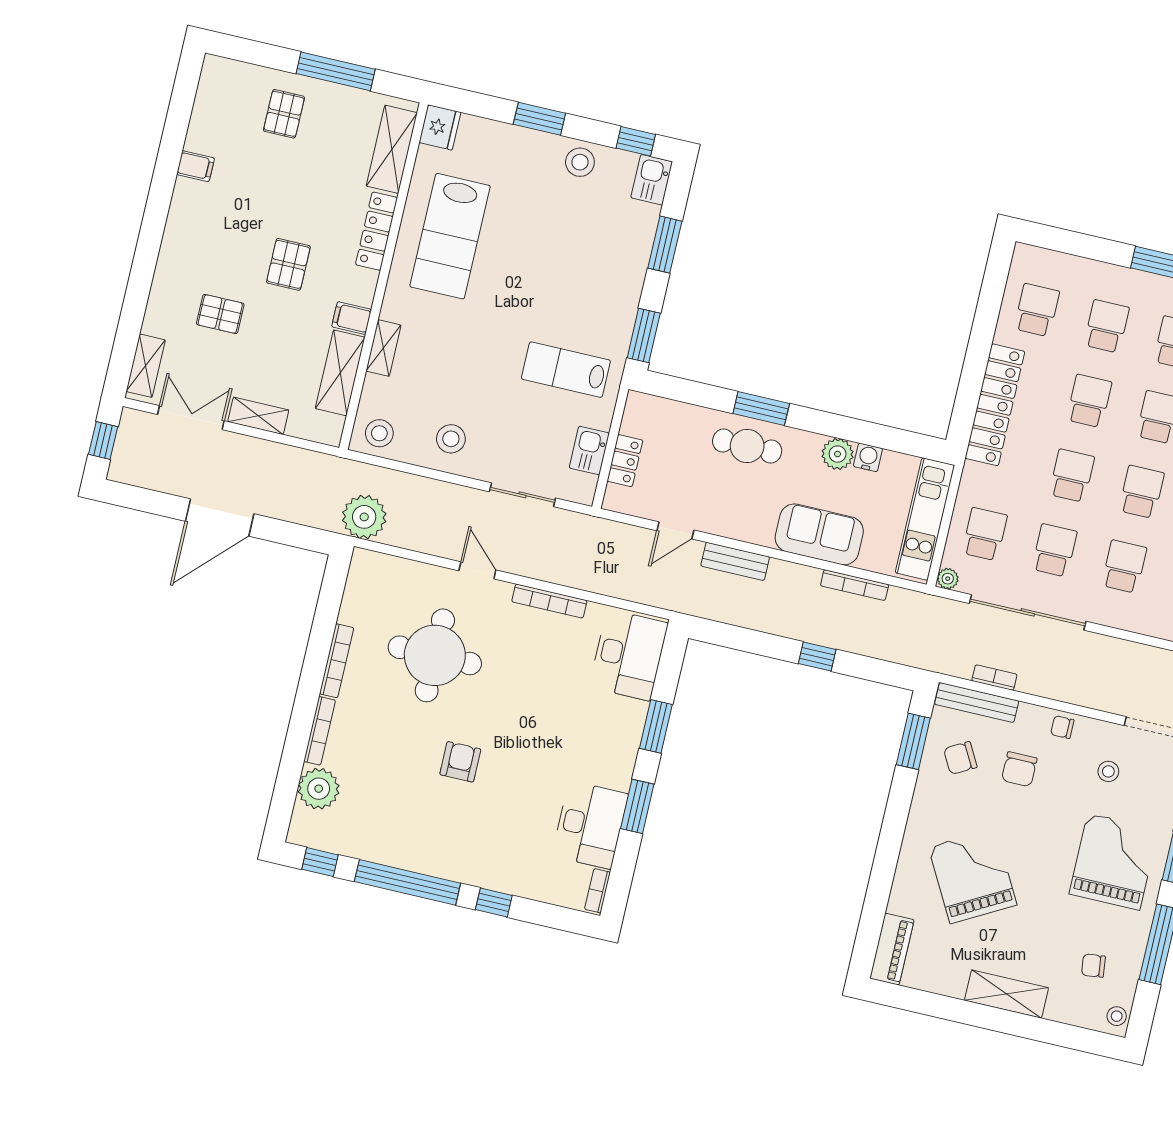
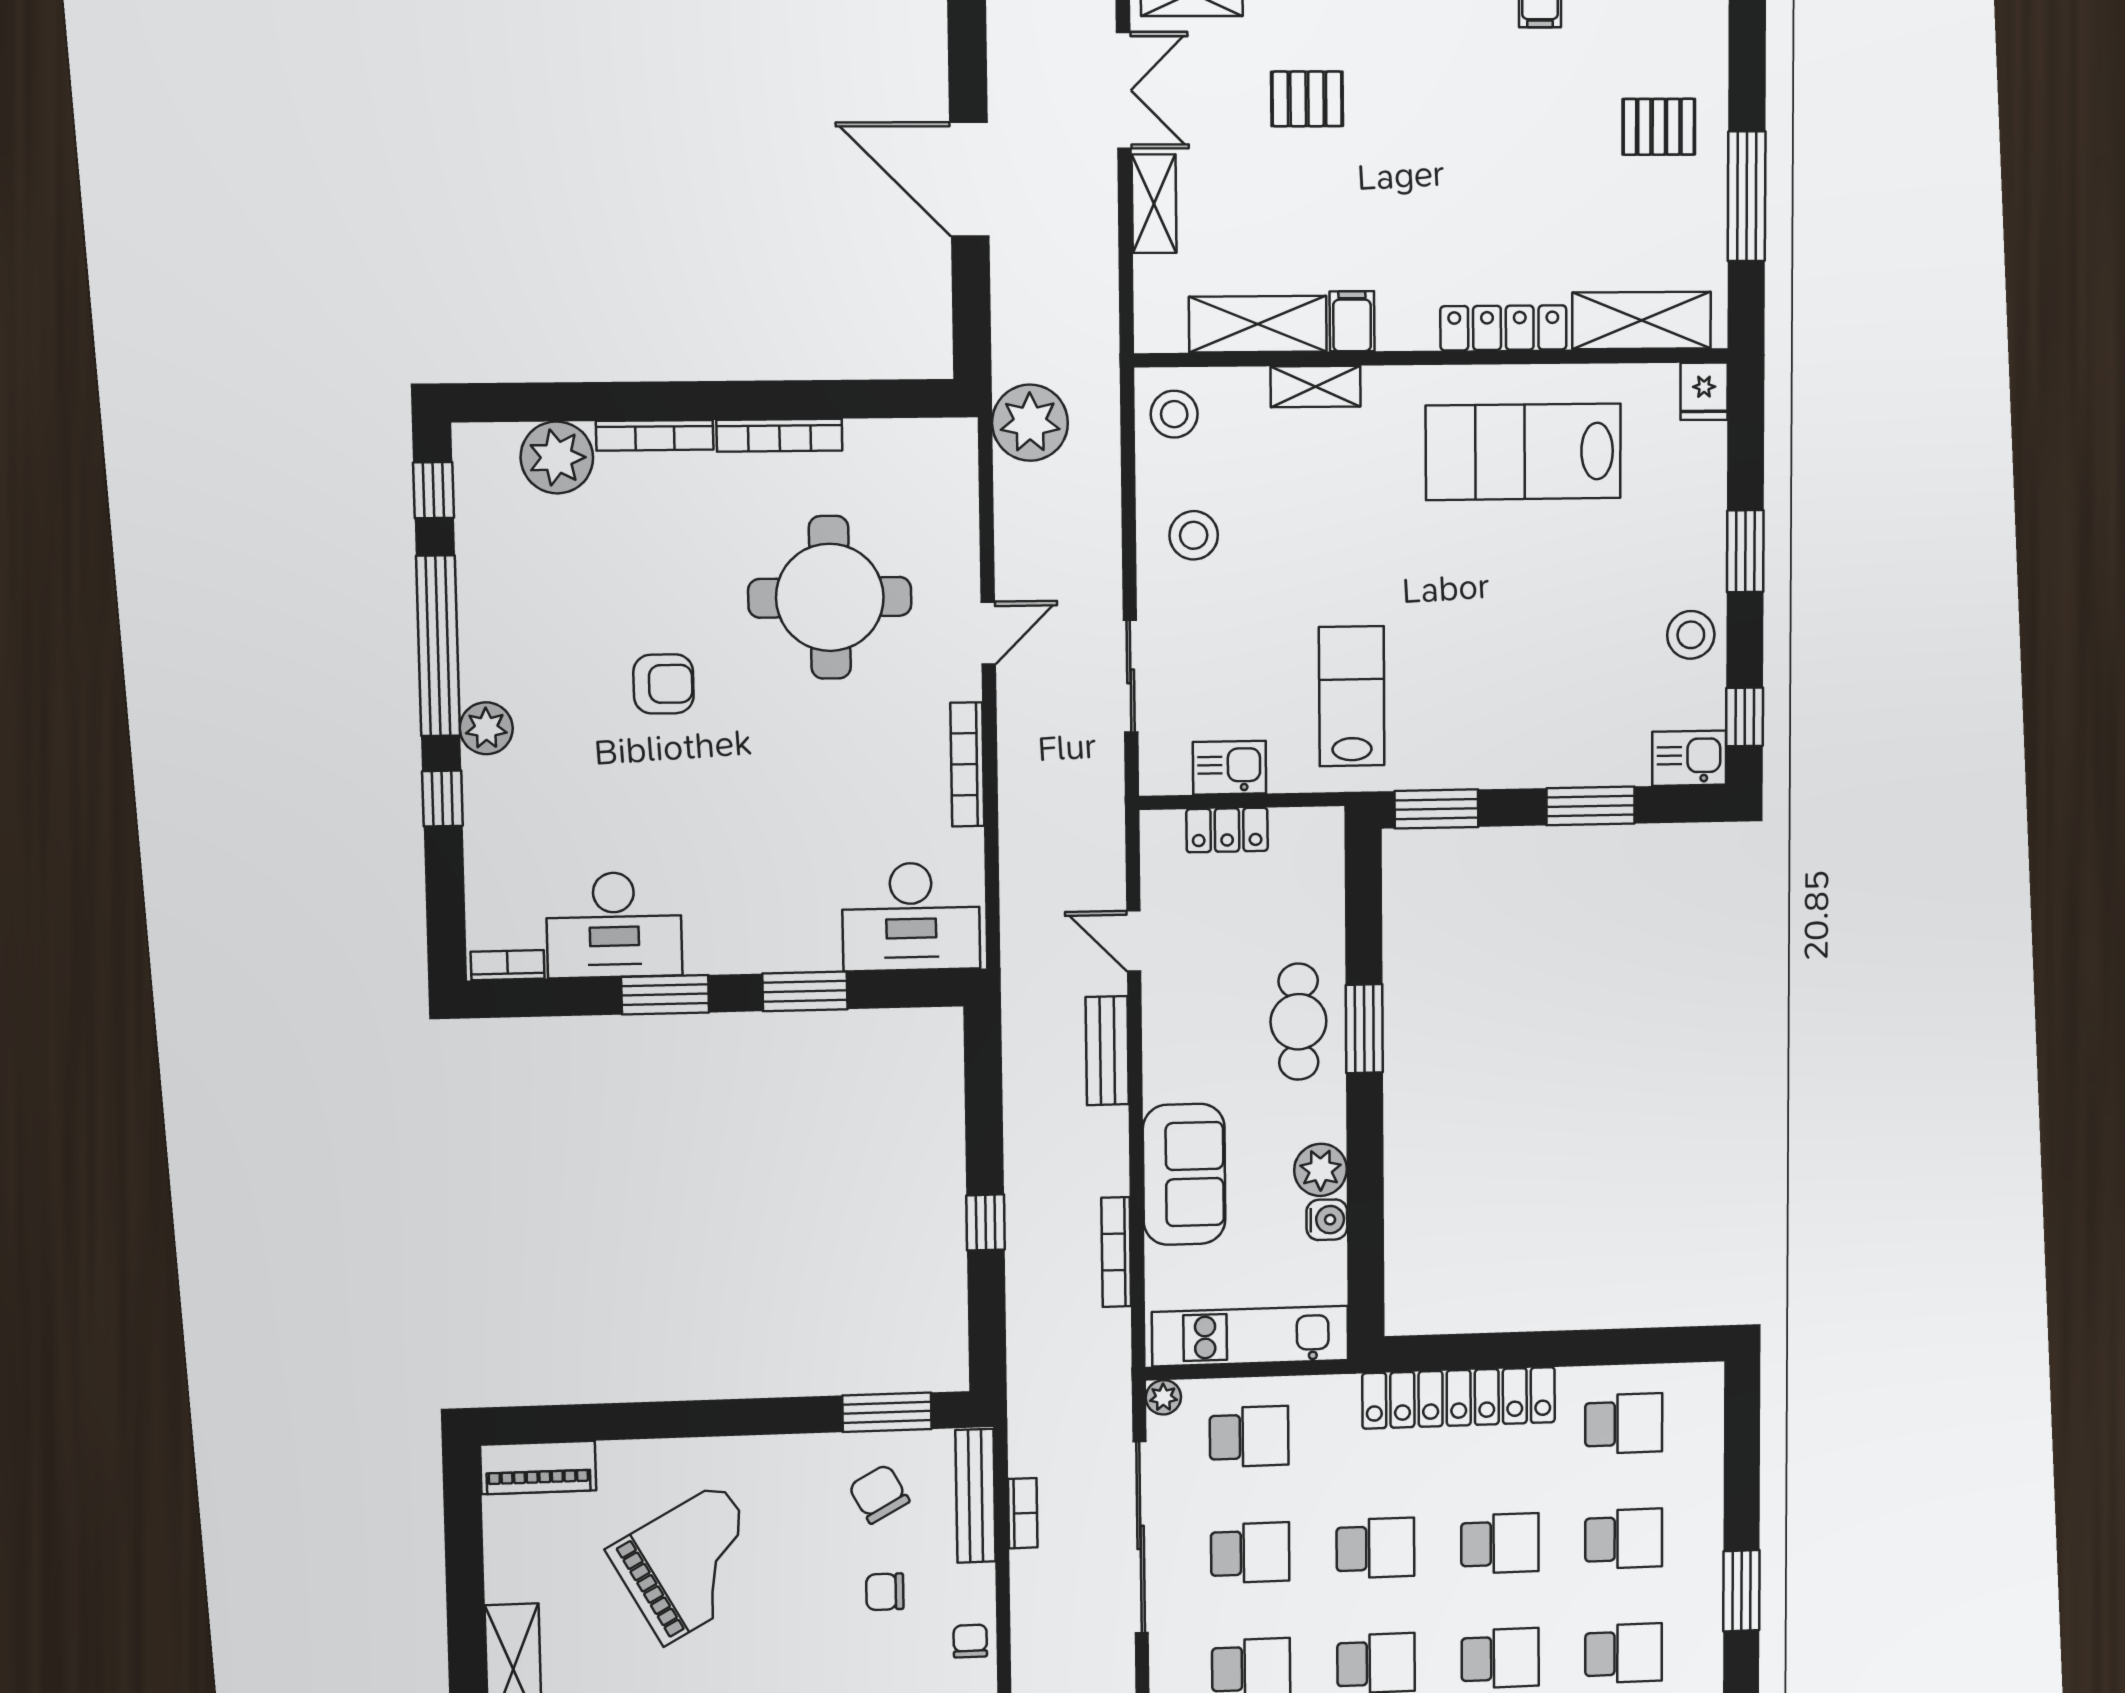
fridge: (440, 127) -> (1704, 391), width x0.72
pallet: (288, 264) -> (1415, 194), removed
pallet: (220, 314) -> (1307, 99), turned 90
chair: (1019, 769) -> (885, 1592), width x0.73, depth x0.73
plant: (460, 868) -> (486, 728), added

